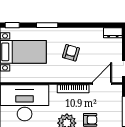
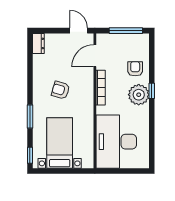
door: (102, 84) -> (95, 56), hinge flipped

